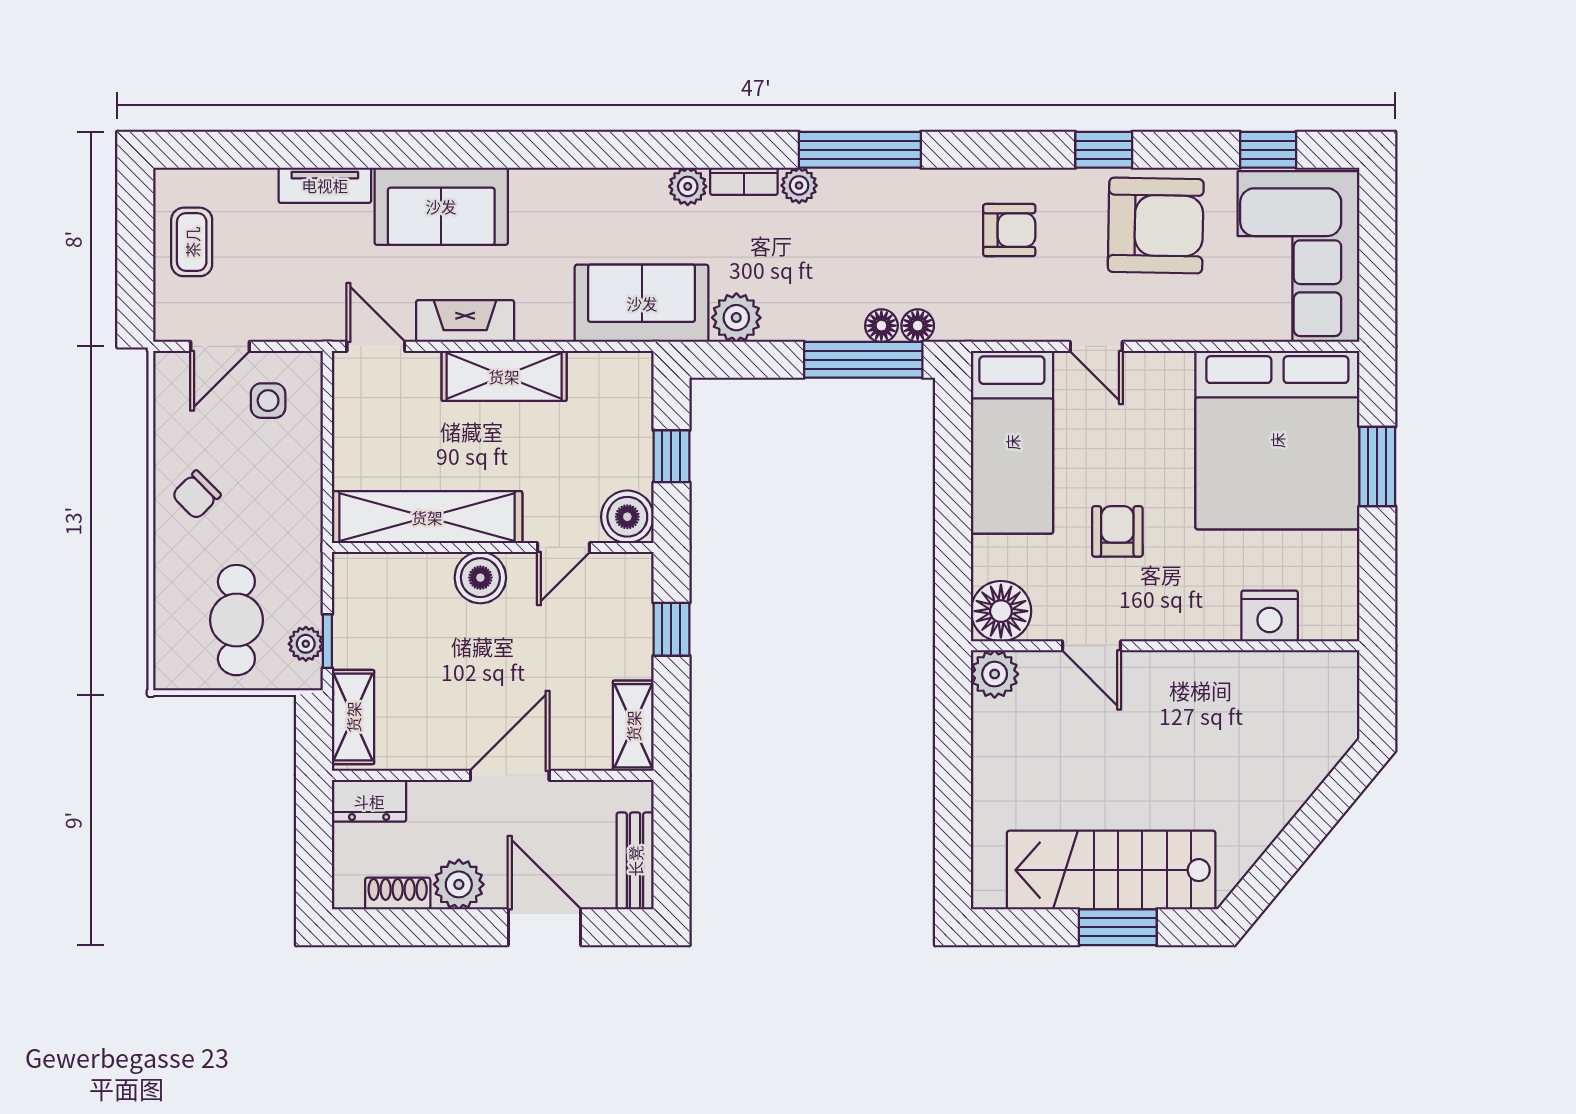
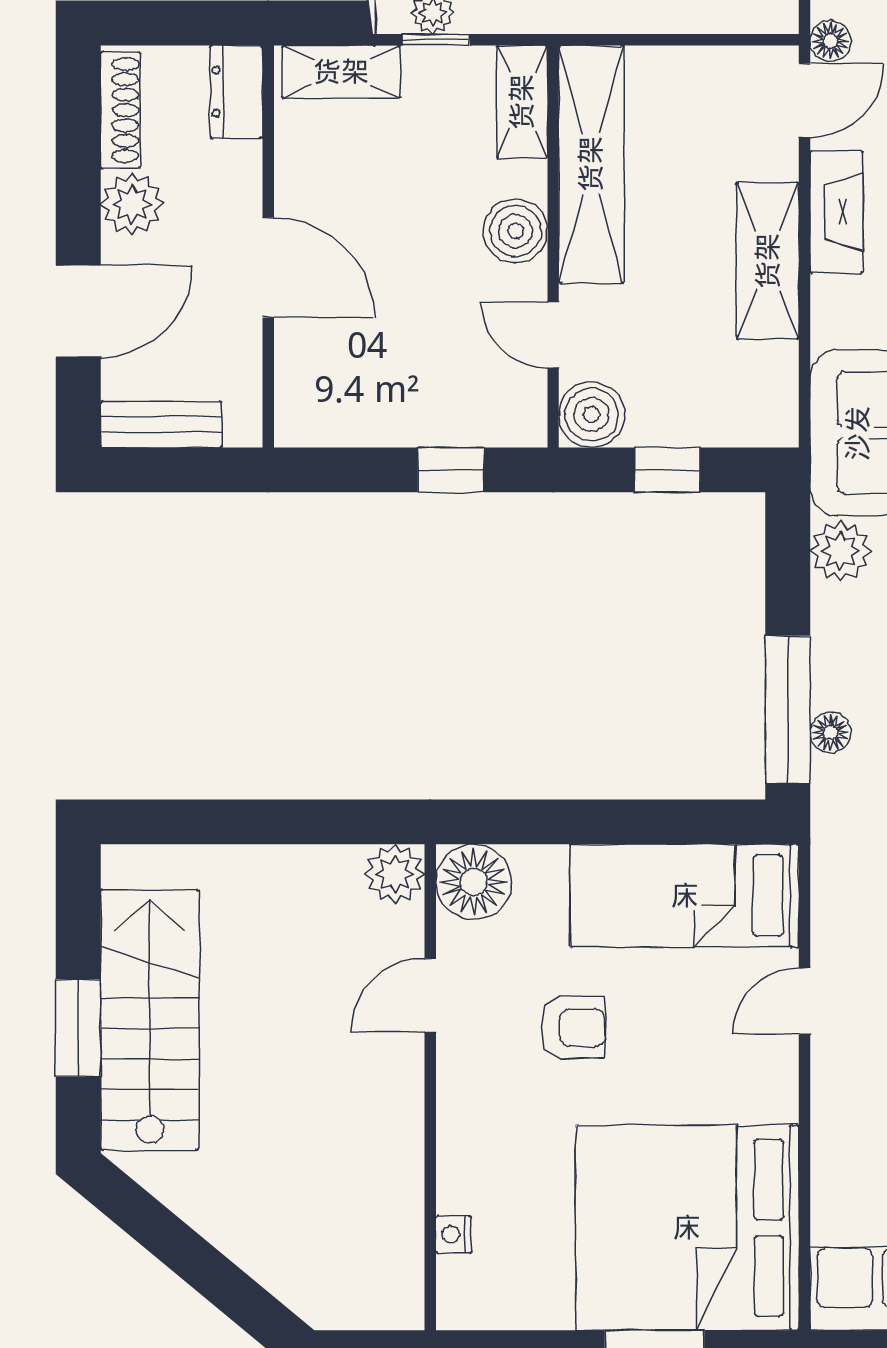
floor lamp: (918, 326) -> (831, 41), moved
nightstand: (1270, 616) -> (453, 1234), width x0.53, depth x0.56
shelving: (633, 726) -> (522, 102), moved, turned 90
shoe rack: (398, 894) -> (120, 110), width x1.43

